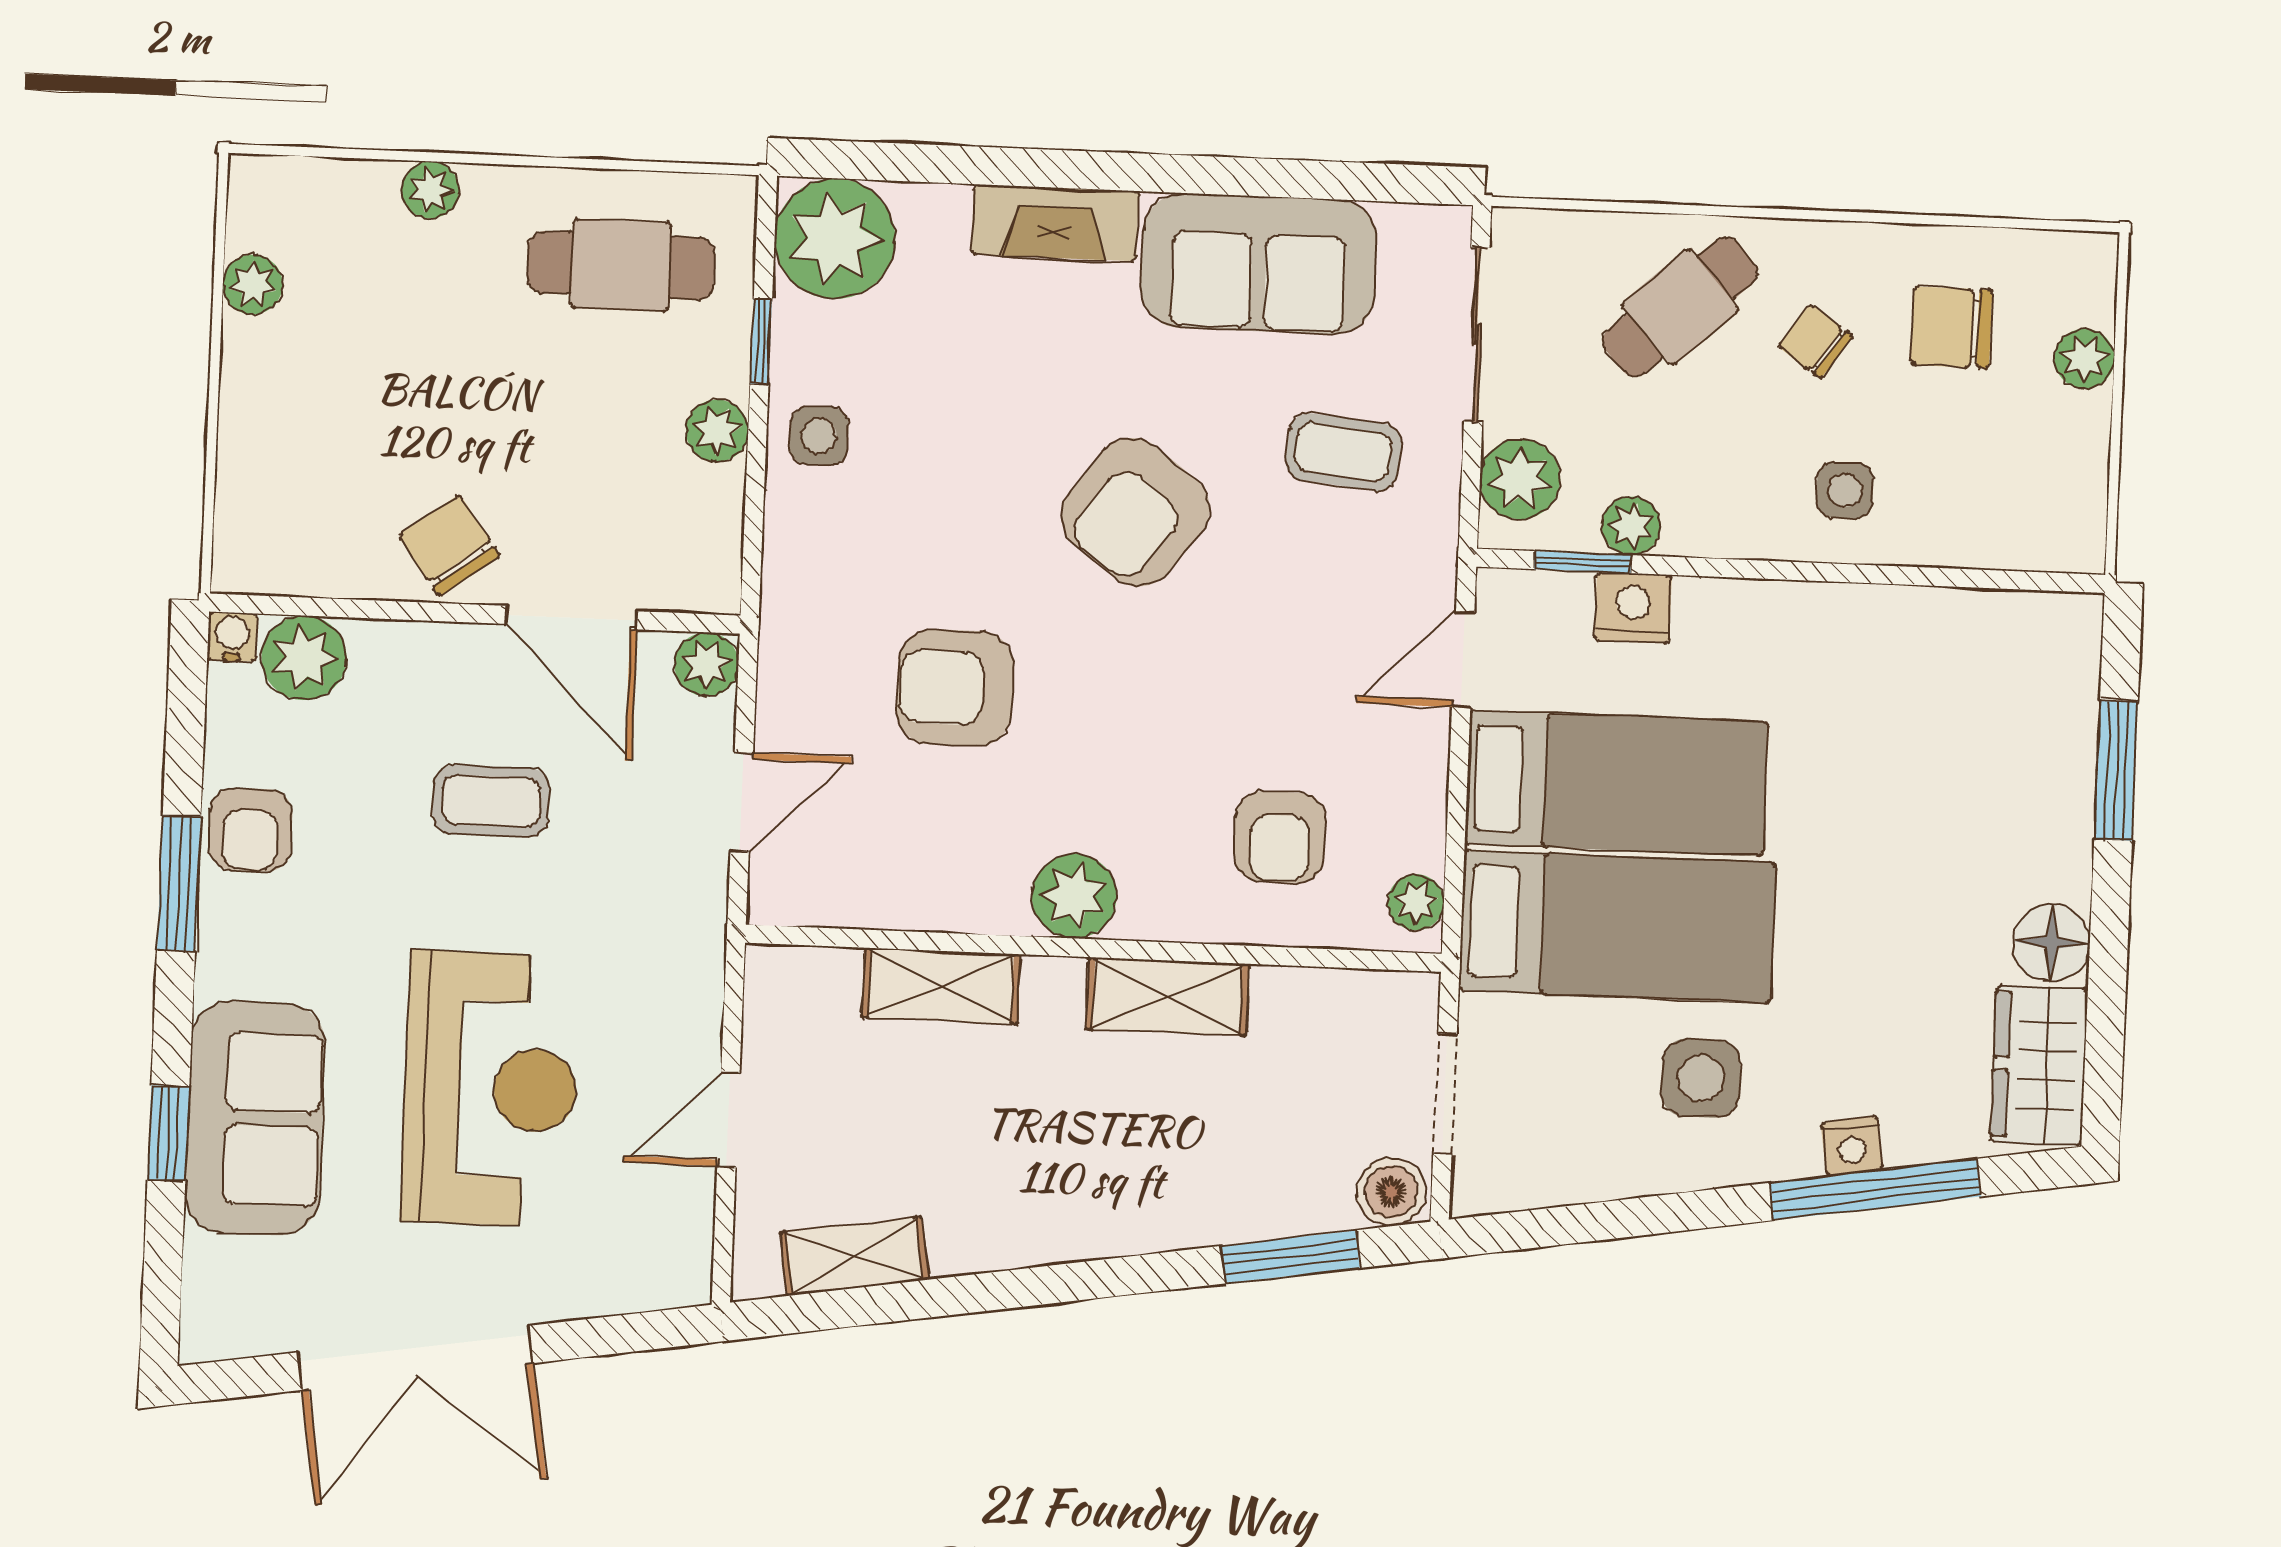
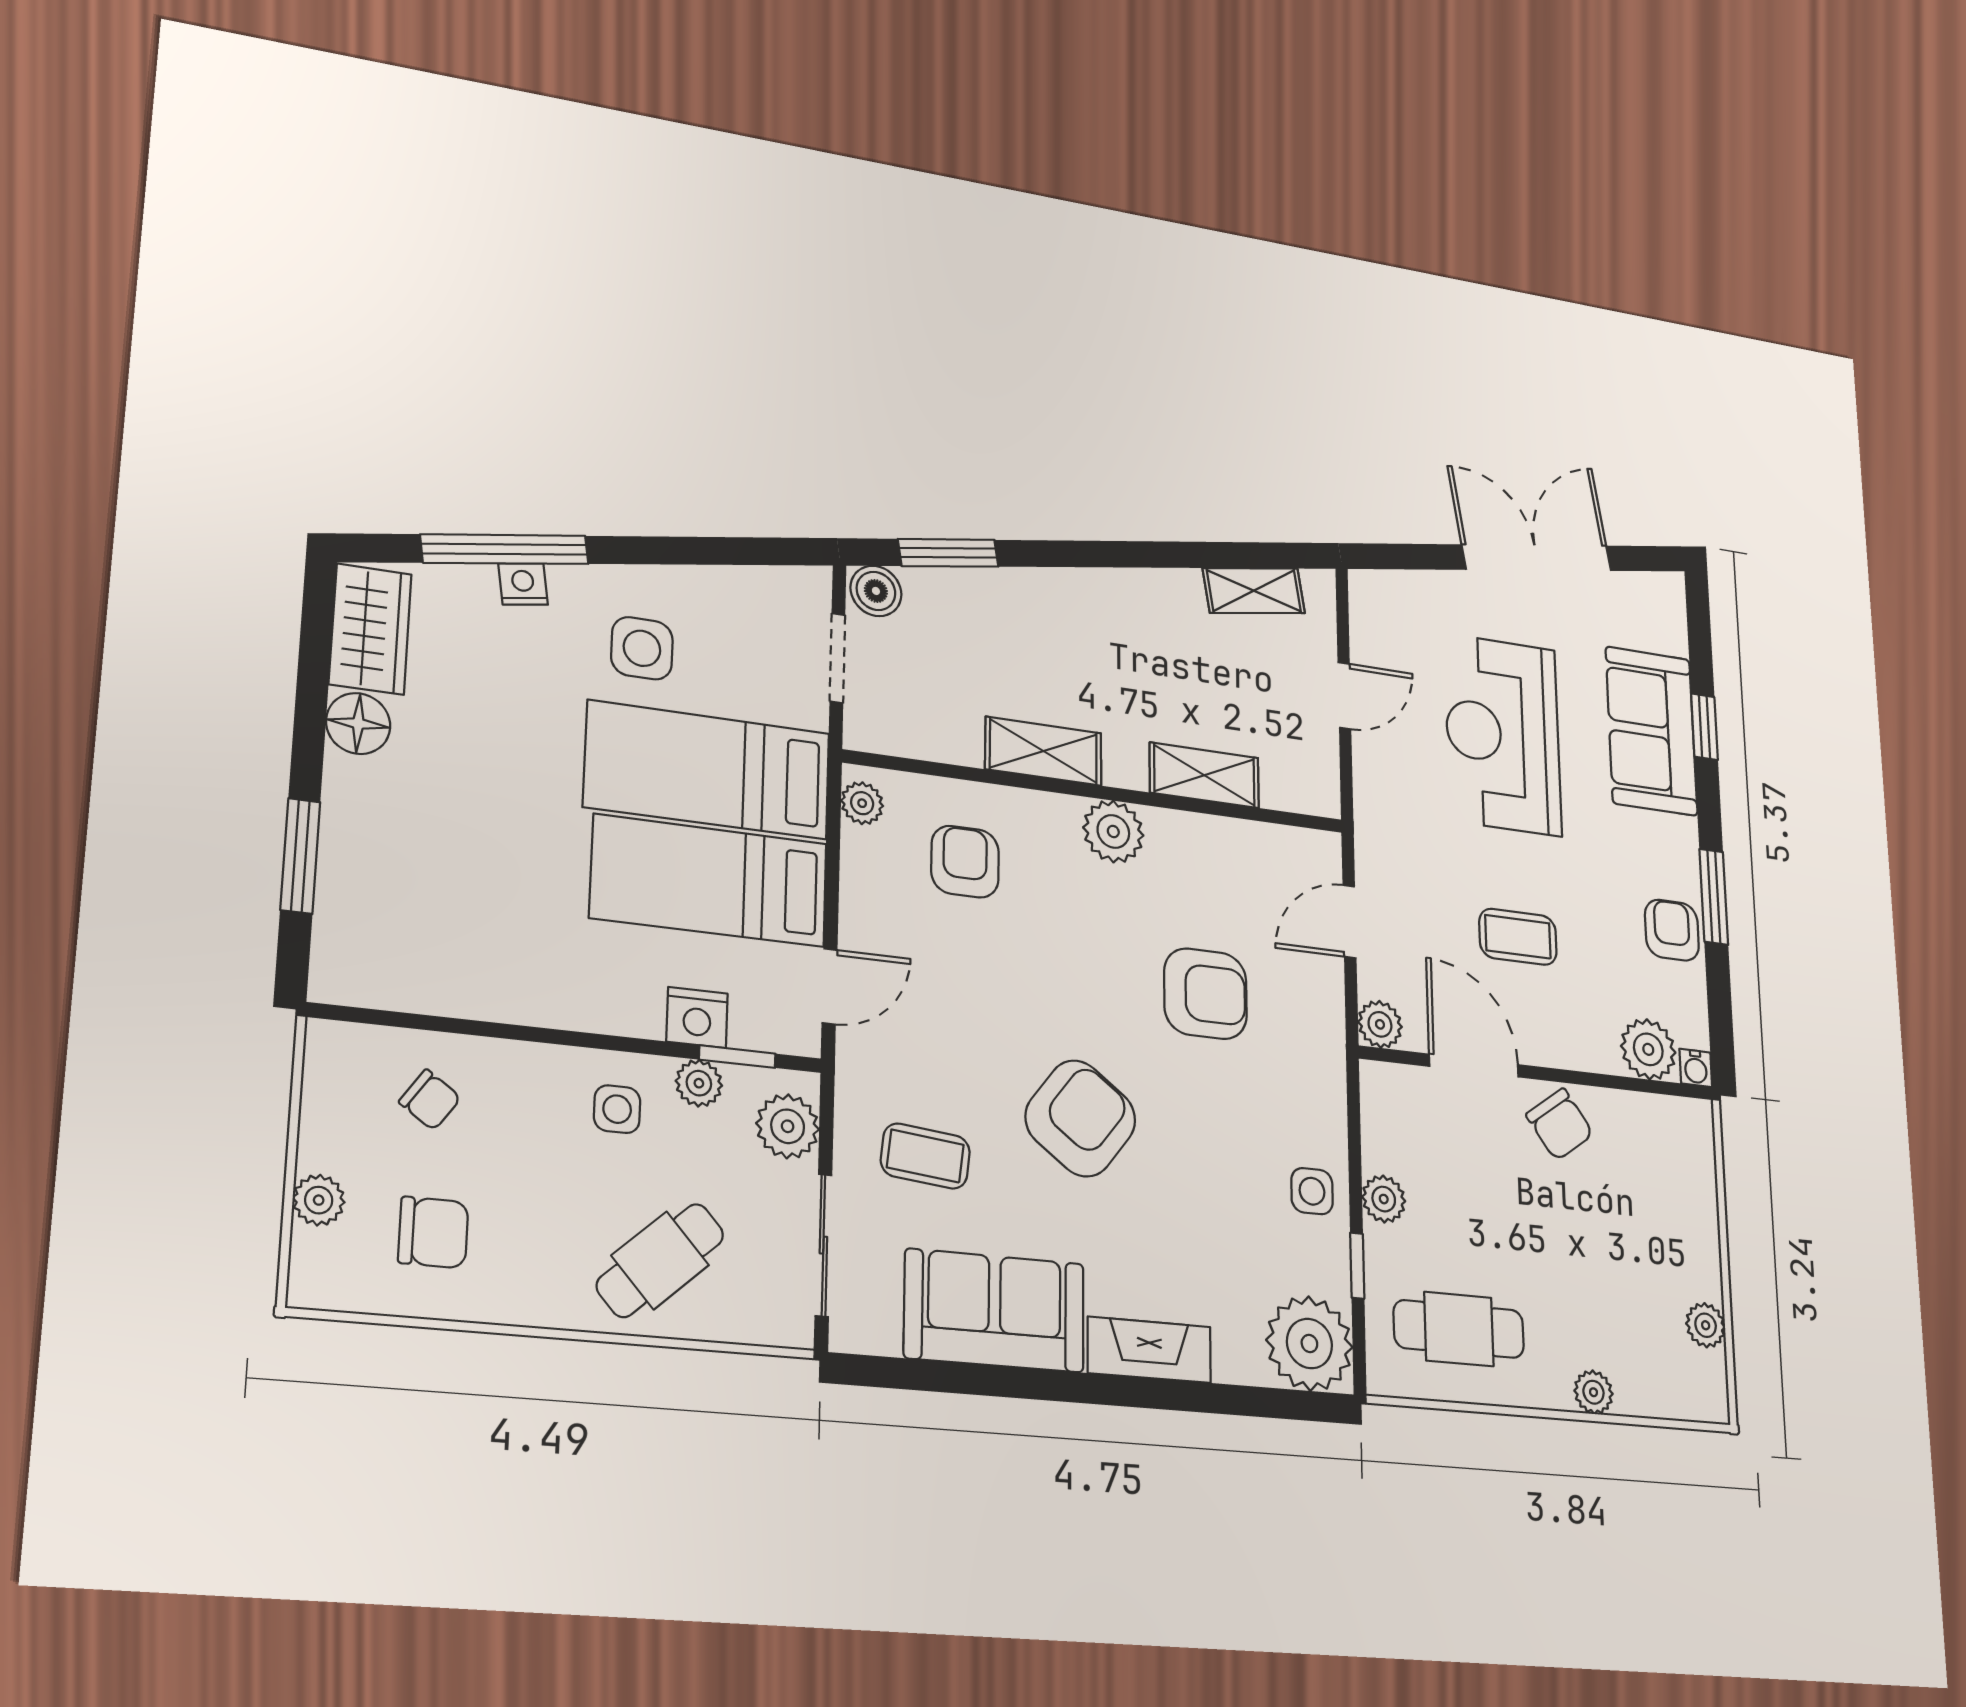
chair: (1815, 341) -> (430, 1100), moved
side table: (1845, 490) -> (617, 1109), moved

